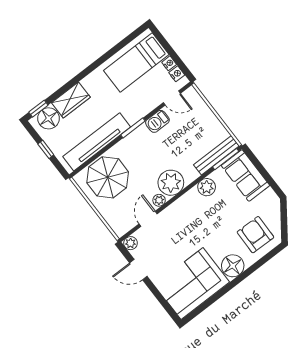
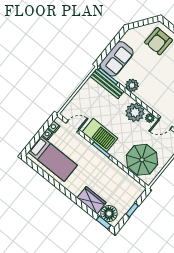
door: (172, 98) -> (72, 126), hinge flipped
barbecue: (157, 121) -> (100, 135), width x1.88, depth x1.53
tv unit: (97, 142) -> (118, 174), removed

